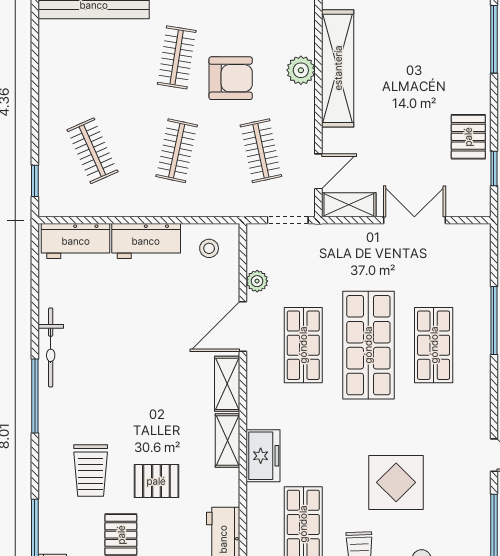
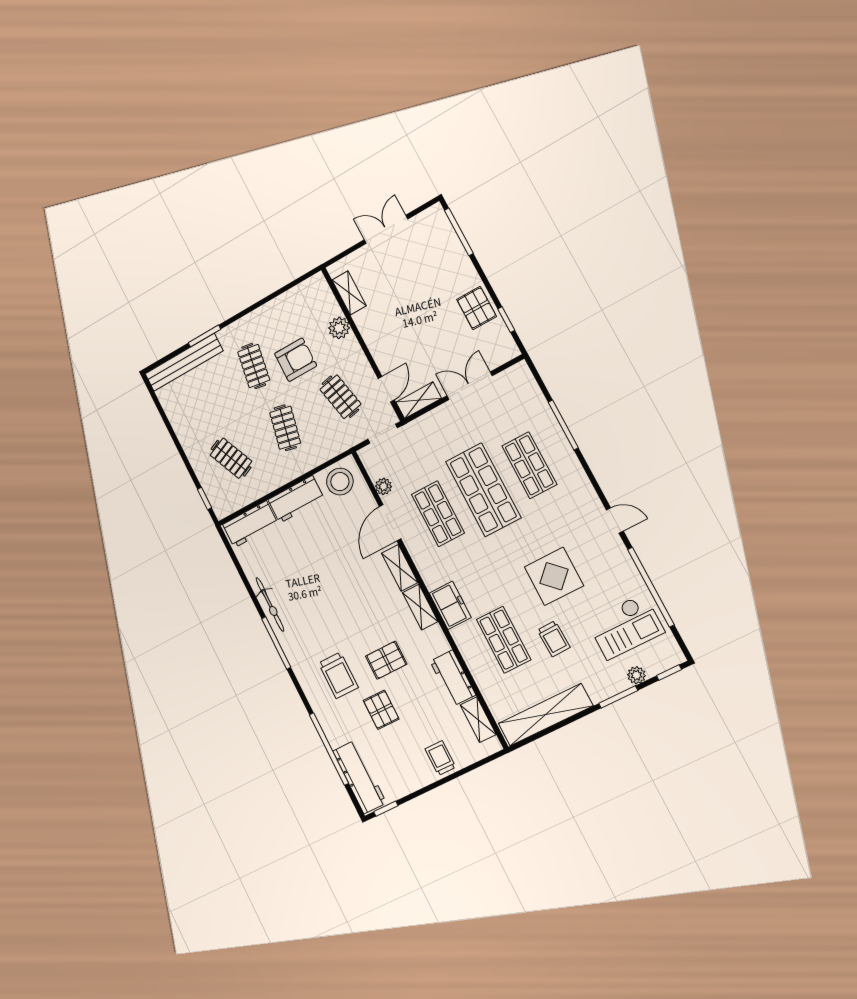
shelving: (338, 68) -> (349, 293), width x0.45, depth x0.75
stool: (209, 248) -> (340, 482), width x1.89, depth x1.89

